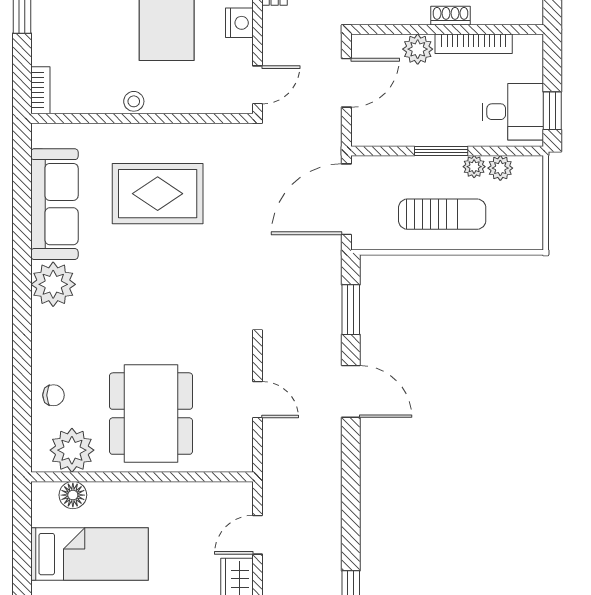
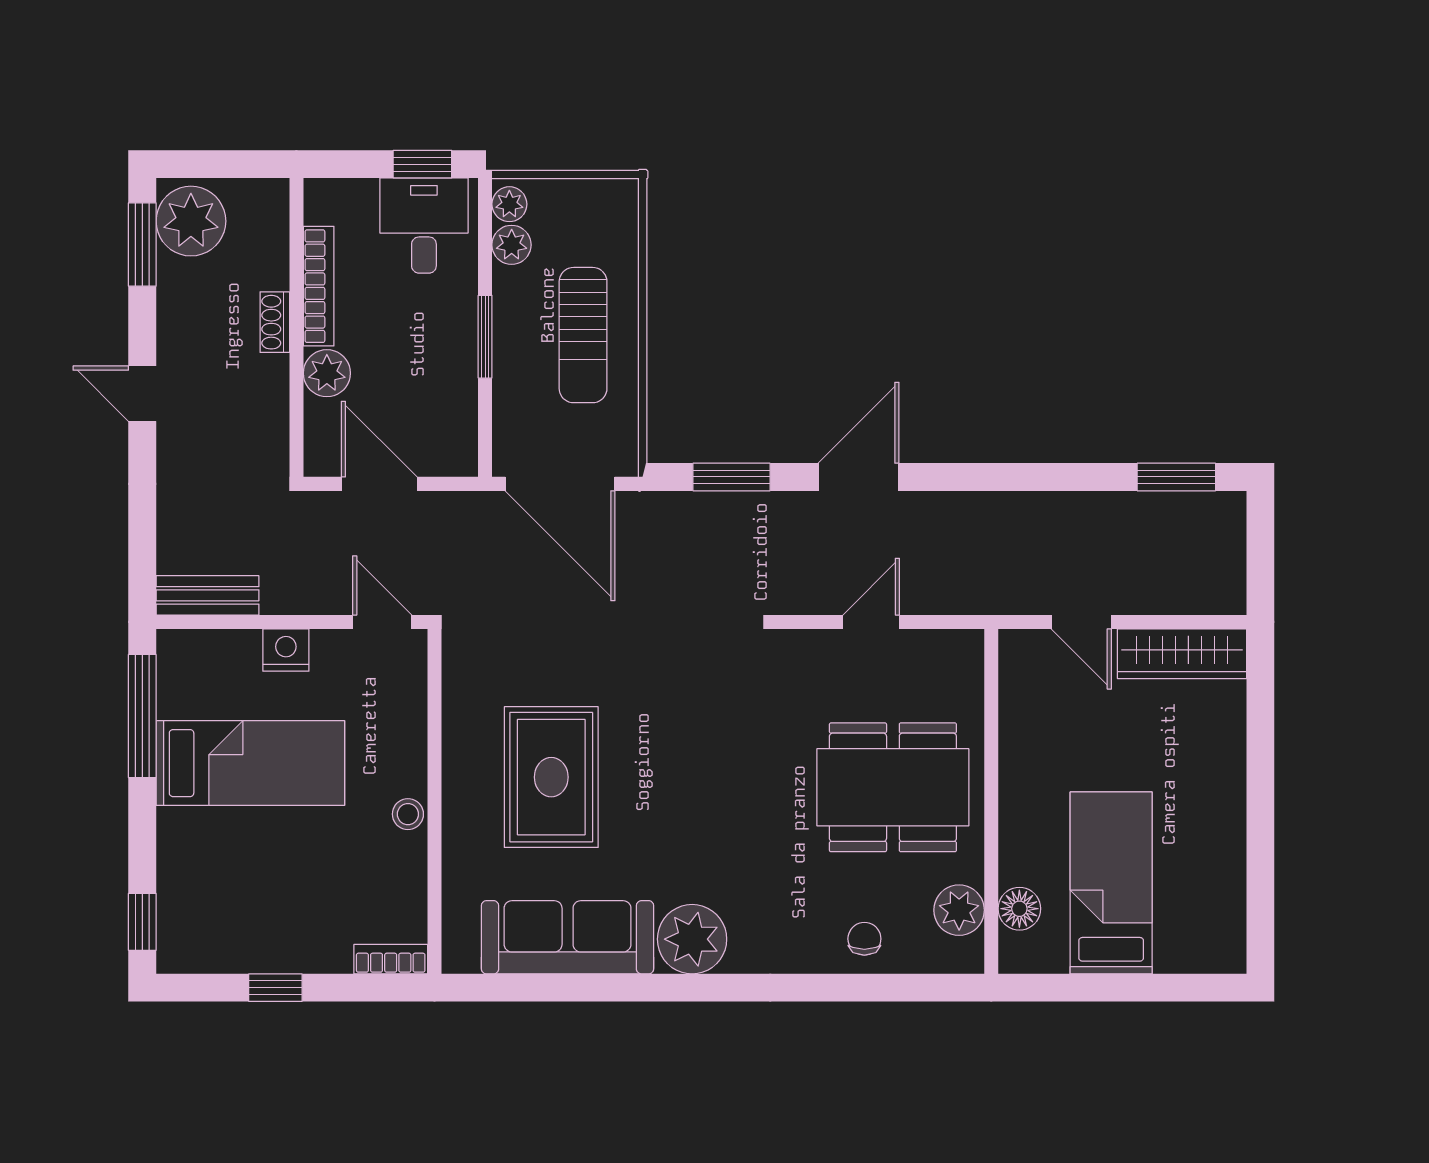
plant: (474, 167) -> (509, 204), moved
sun lounger: (442, 214) -> (583, 335), turned 180
plant: (72, 450) -> (959, 910), width x0.73, depth x0.73

